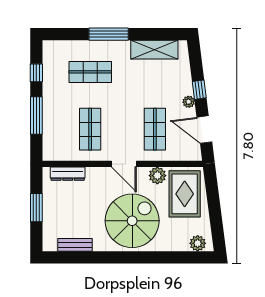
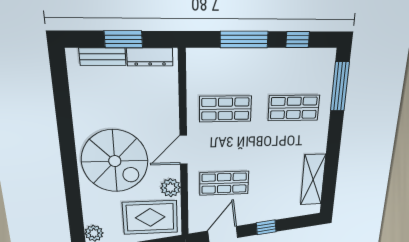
window: (109, 34) -> (340, 86), moved
shop shelf: (90, 72) -> (294, 108), turned 90
plant: (189, 102) -> (254, 217), removed
dresser: (68, 174) -> (150, 57), moved, turned -90
bench: (75, 245) -> (103, 57), moved, turned 90

